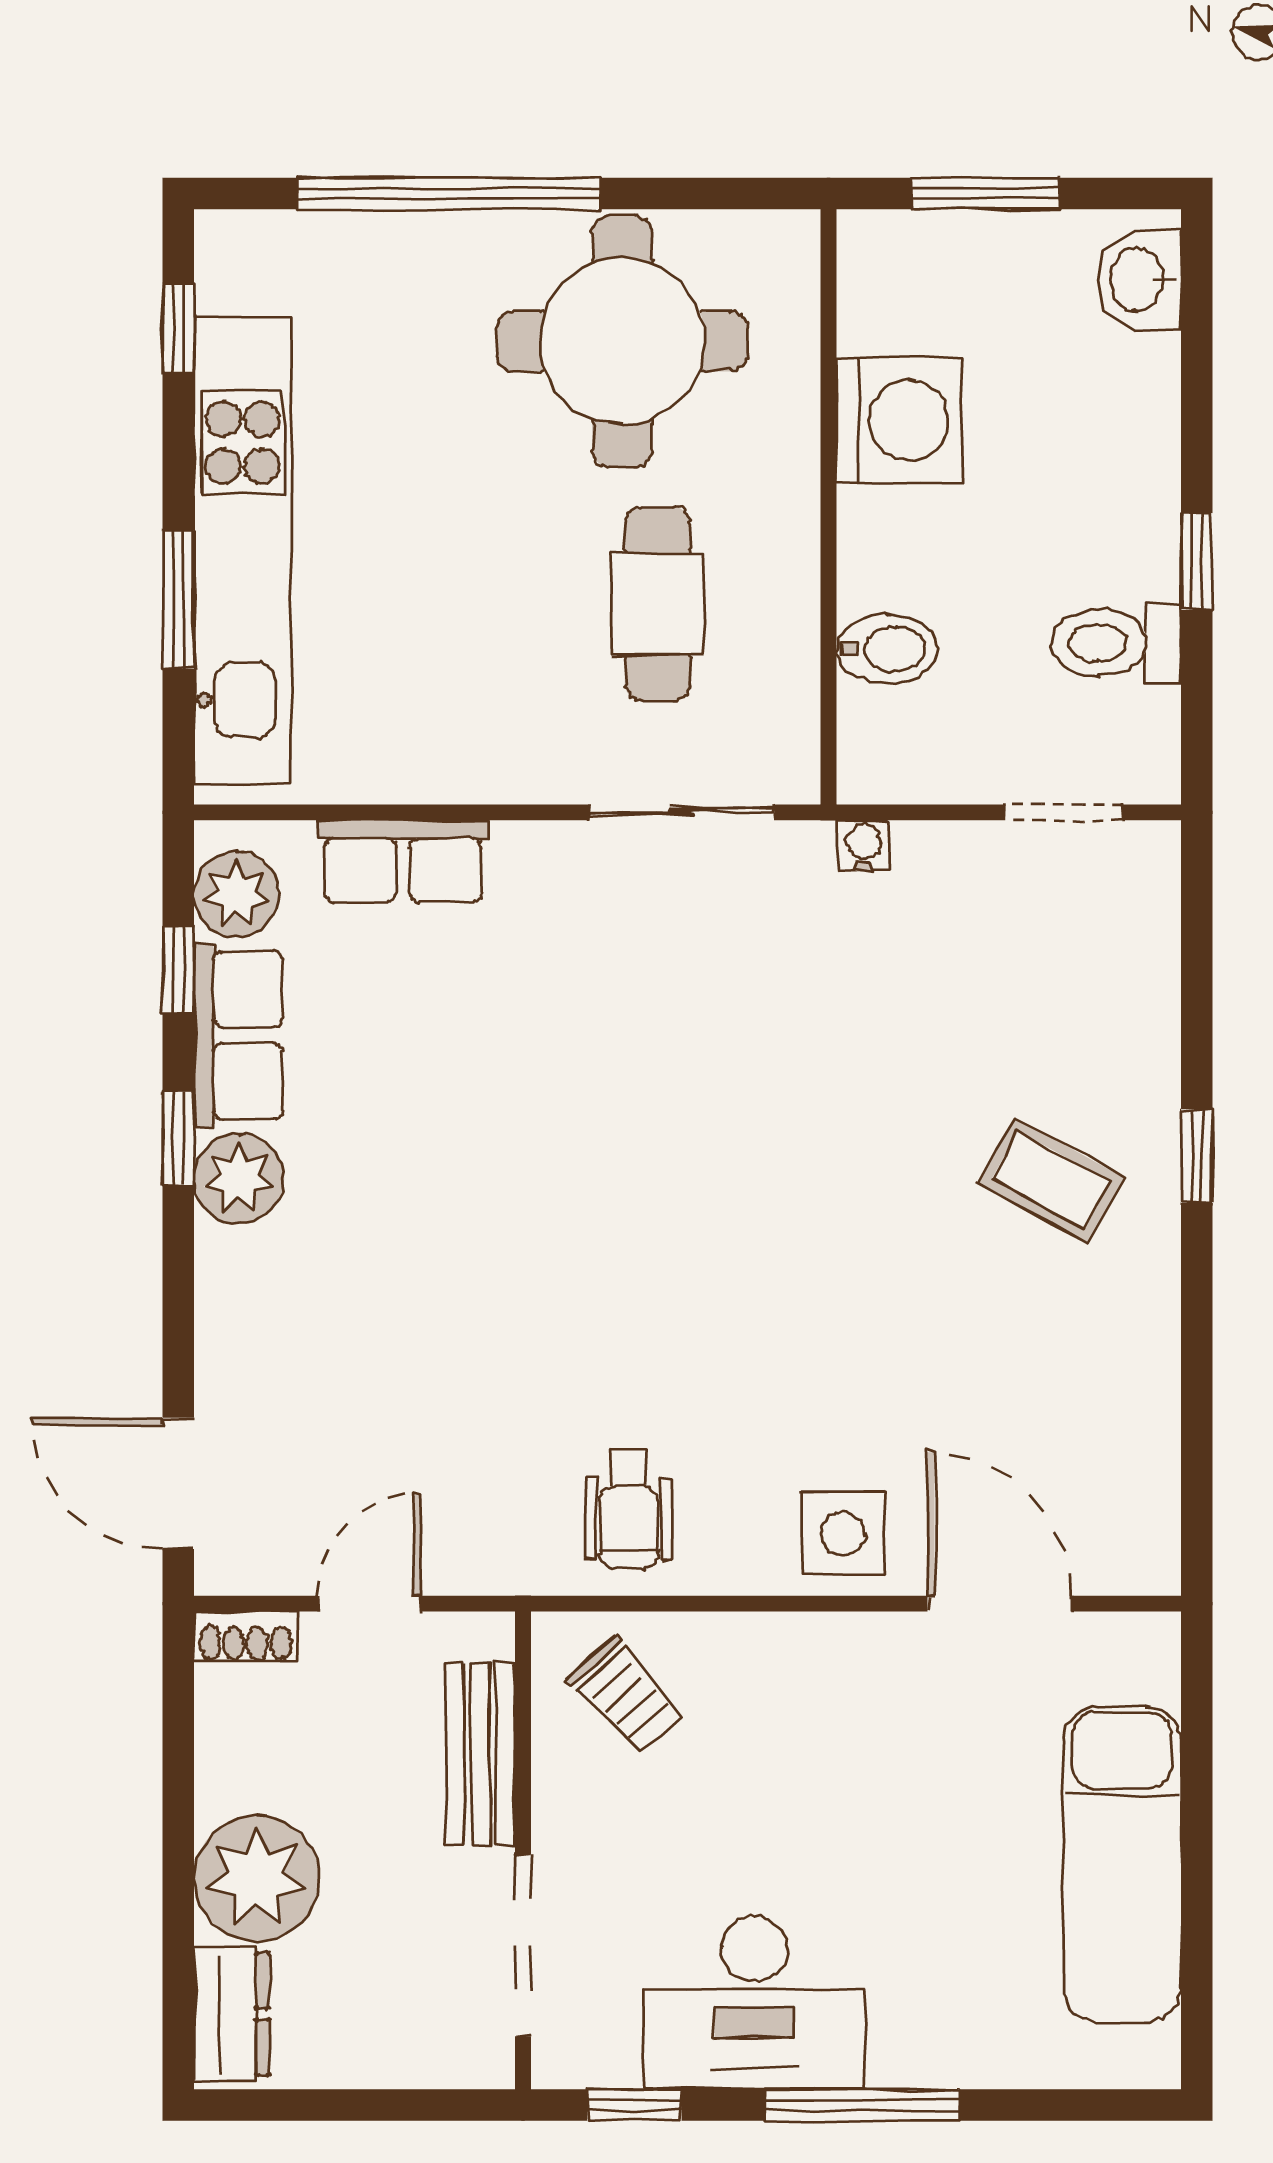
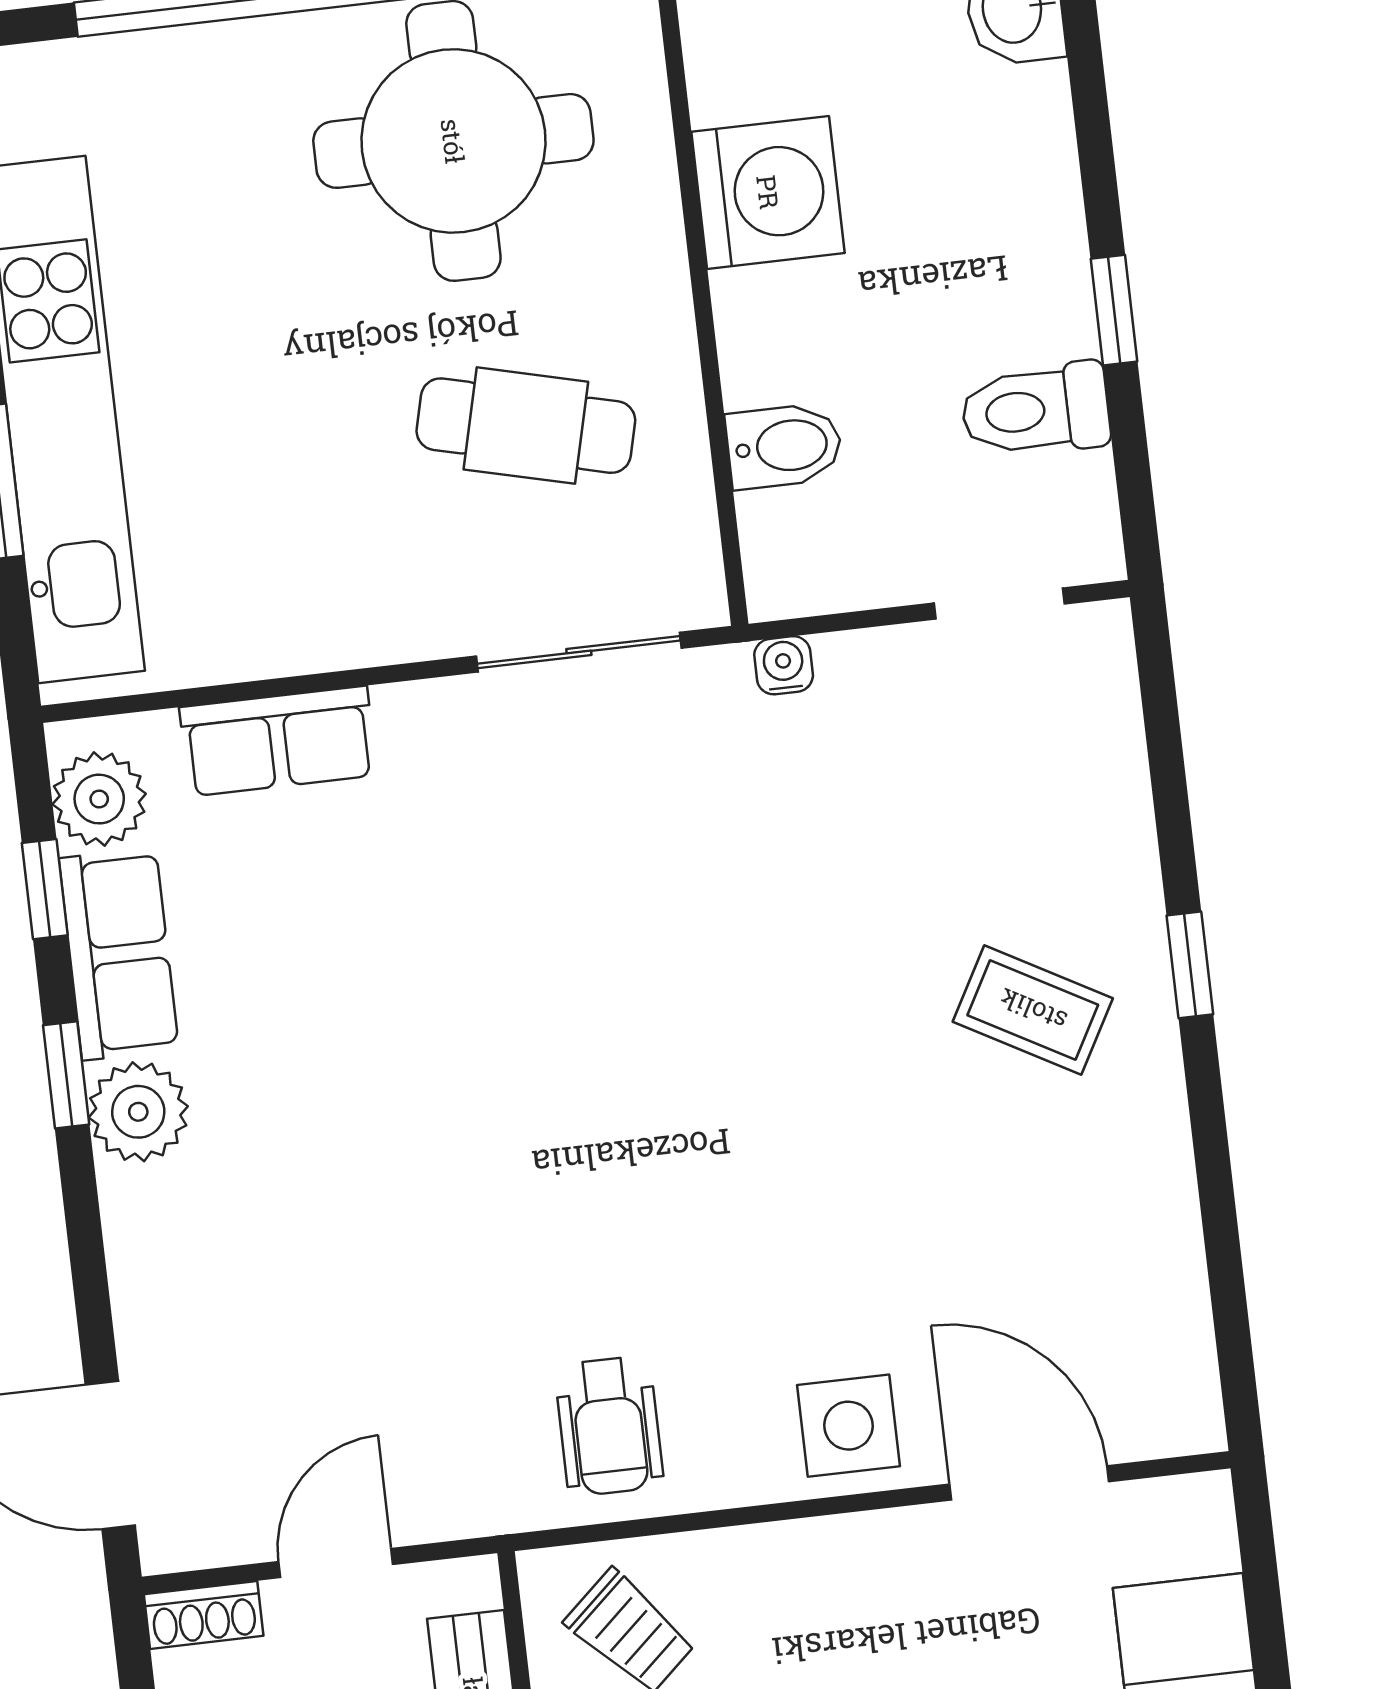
cafe table: (658, 604) -> (526, 426), turned -76

